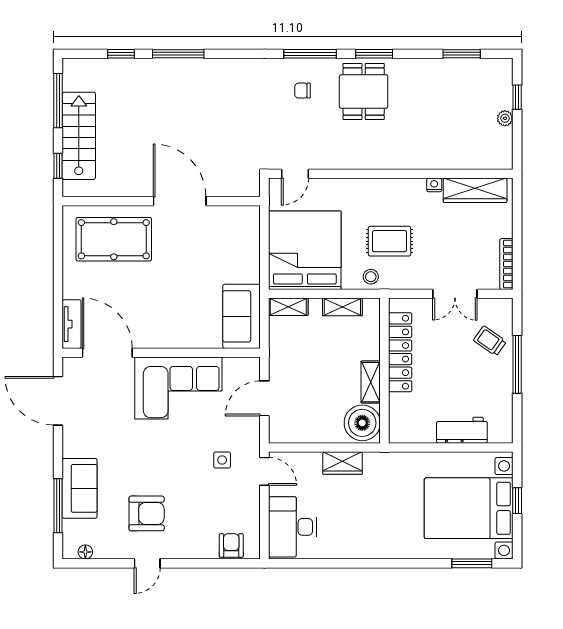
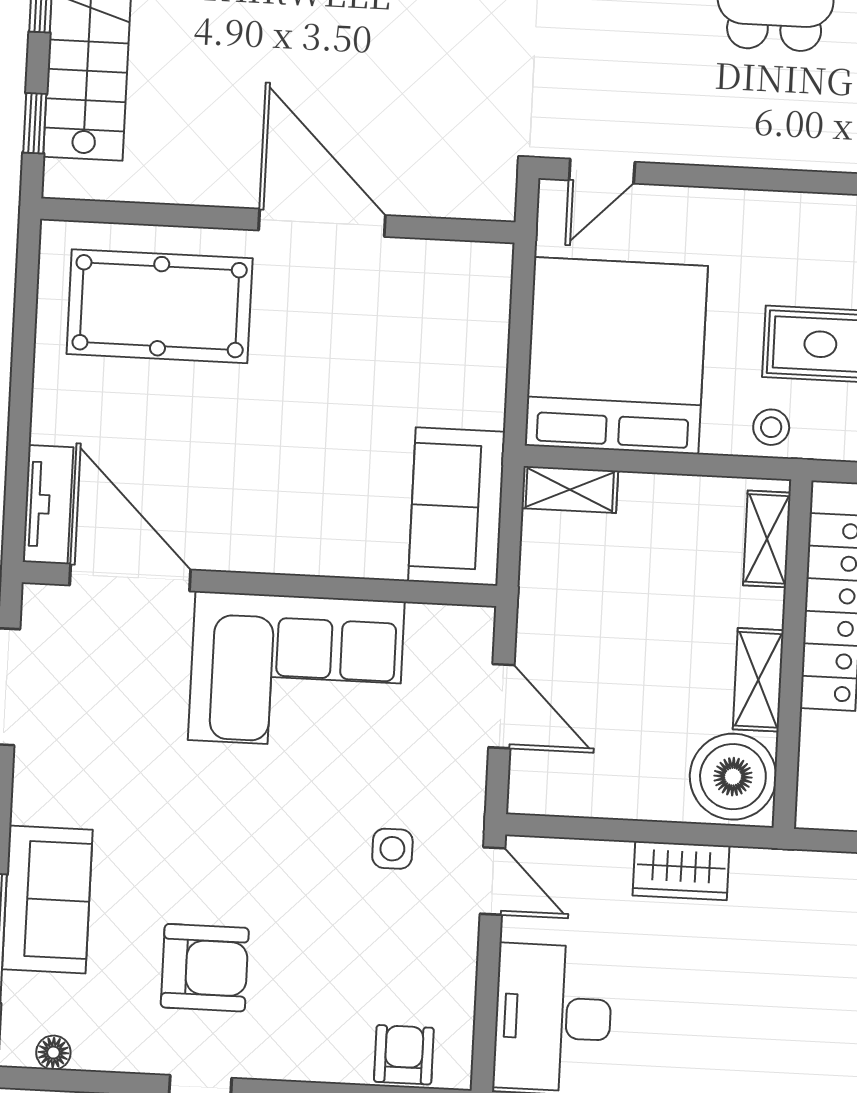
shelving: (342, 307) -> (767, 539), moved, turned 90
door: (264, 398) -> (501, 706), swing flipped

